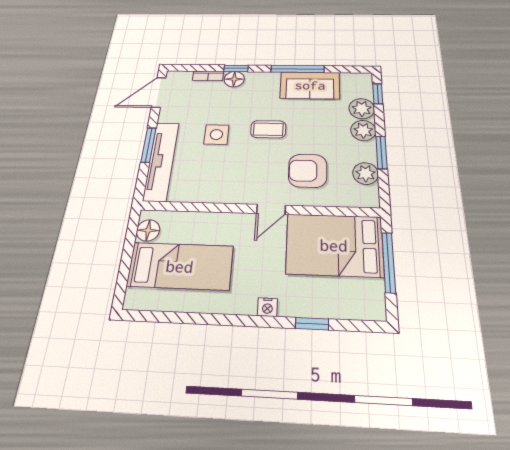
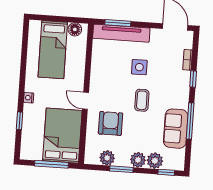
floor lamp: (234, 79) -> (184, 78), removed
window: (149, 145) -> (118, 23), moved

